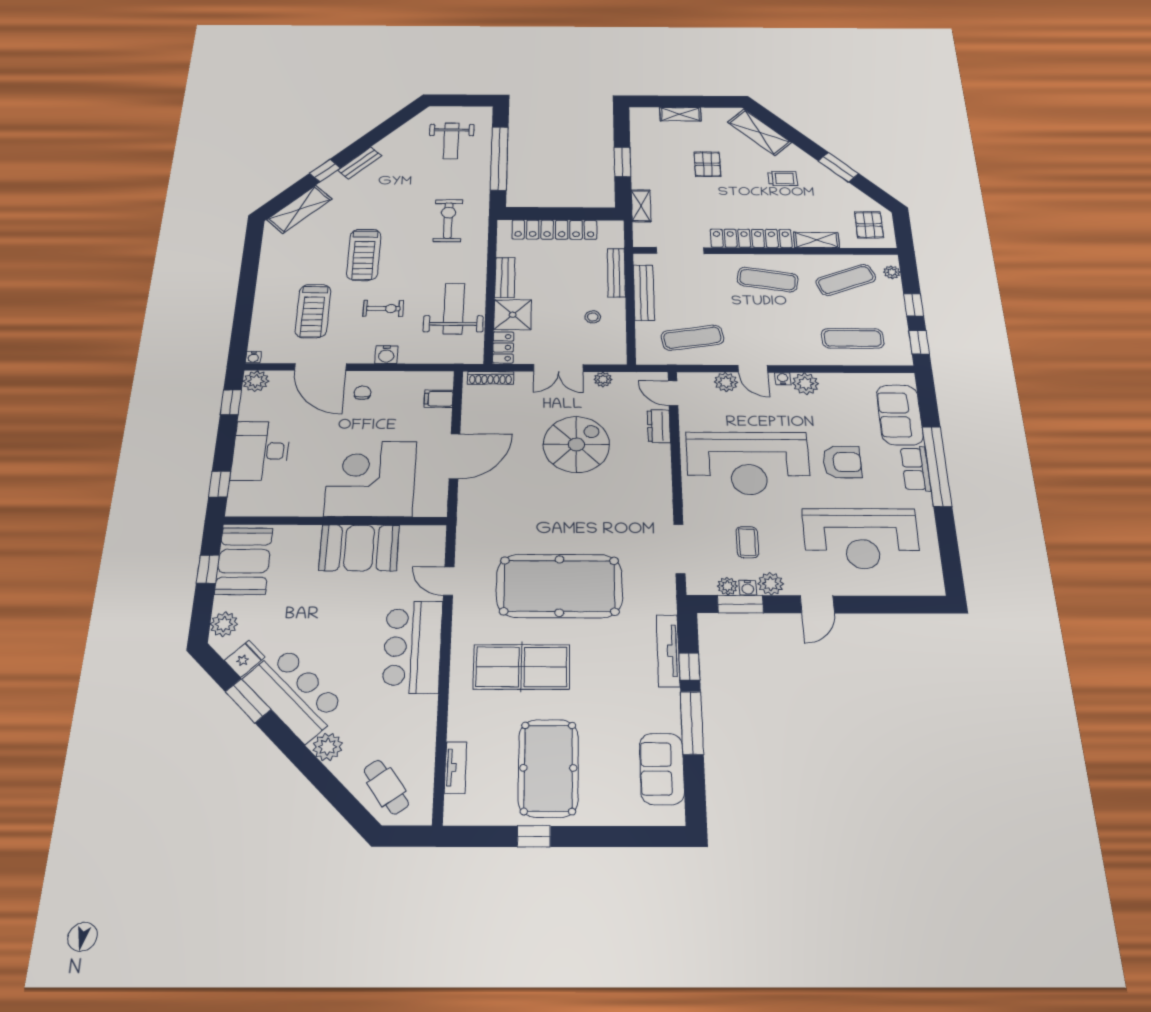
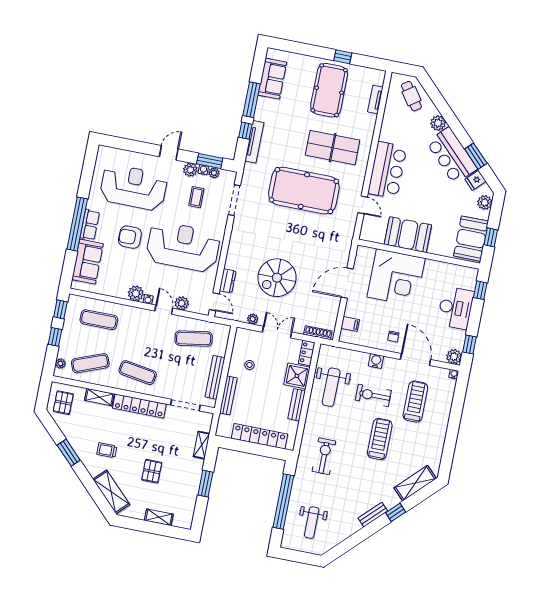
weight bench: (451, 141) -> (312, 523), turned 180
exercise bike: (448, 221) -> (324, 456), turned 180
exercise bike: (383, 308) -> (373, 395), width x1.38, depth x1.39

